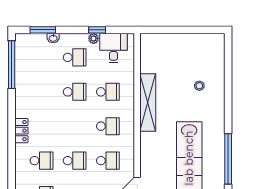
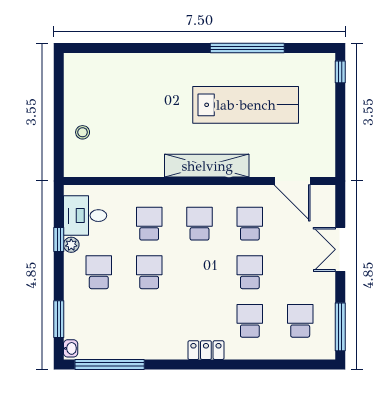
washbasin: (53, 38) -> (71, 348), moved
stool: (199, 86) -> (83, 132), moved
shelving: (148, 102) -> (207, 166), moved

